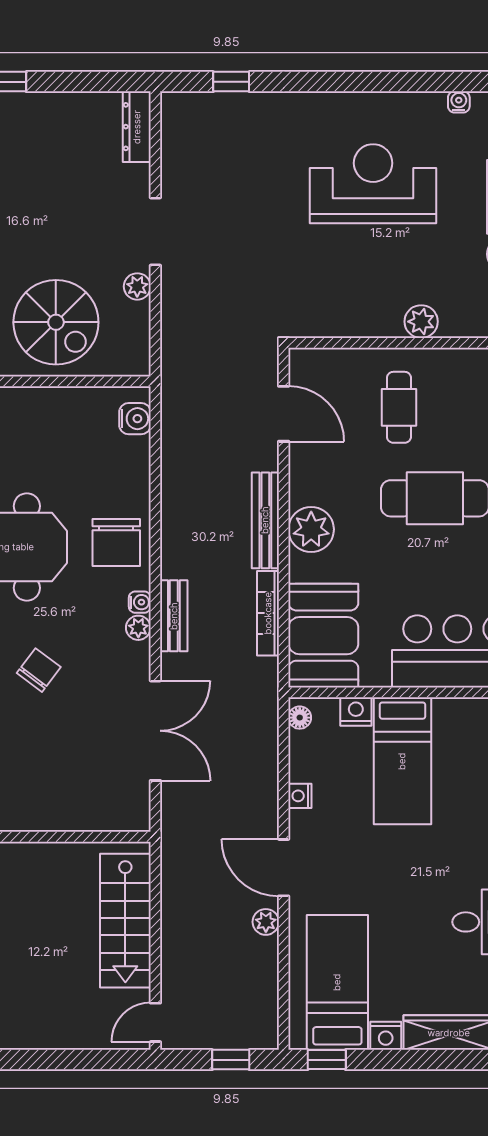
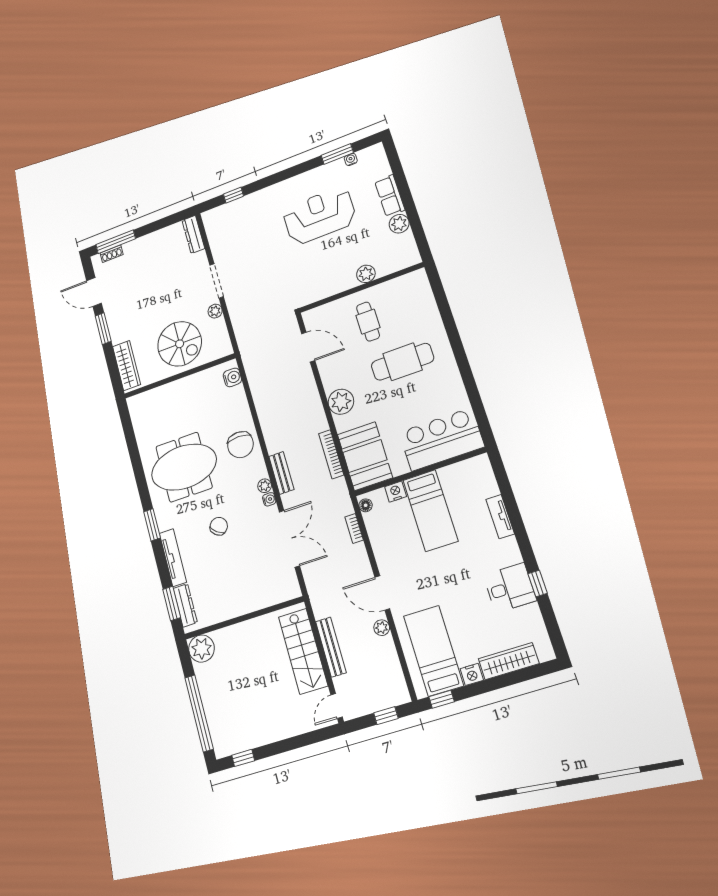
window: (439, 82) -> (337, 154), added
bench: (265, 520) -> (331, 647), moved
water cooler: (140, 602) -> (269, 499), moved
bookcase: (269, 749) -> (354, 528), added
nightstand: (300, 796) -> (379, 549), removed

